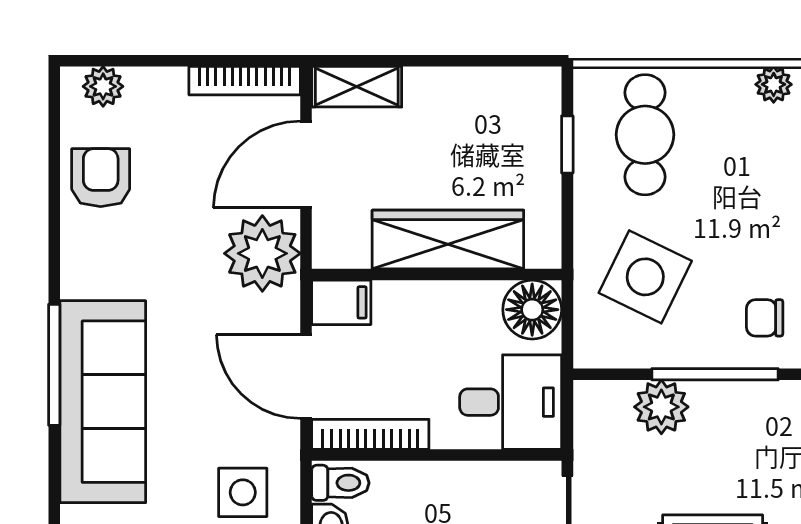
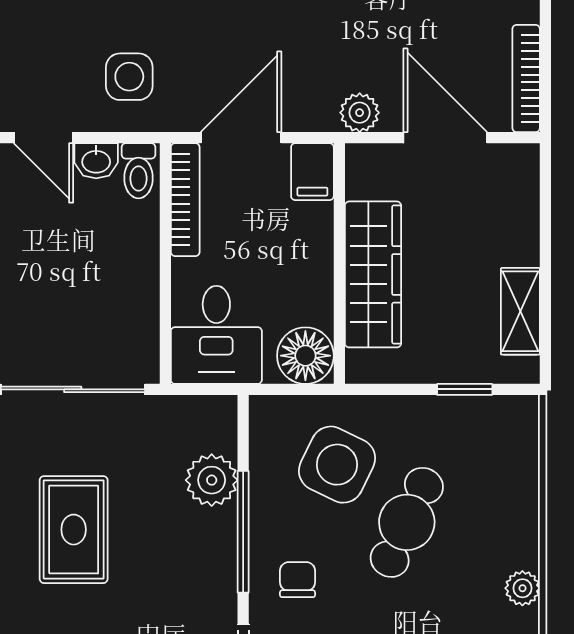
shelving: (357, 87) -> (520, 311), moved
cafe table: (645, 135) -> (407, 522), moved, turned -65
plant: (262, 253) -> (360, 113), width x0.53, depth x0.53

